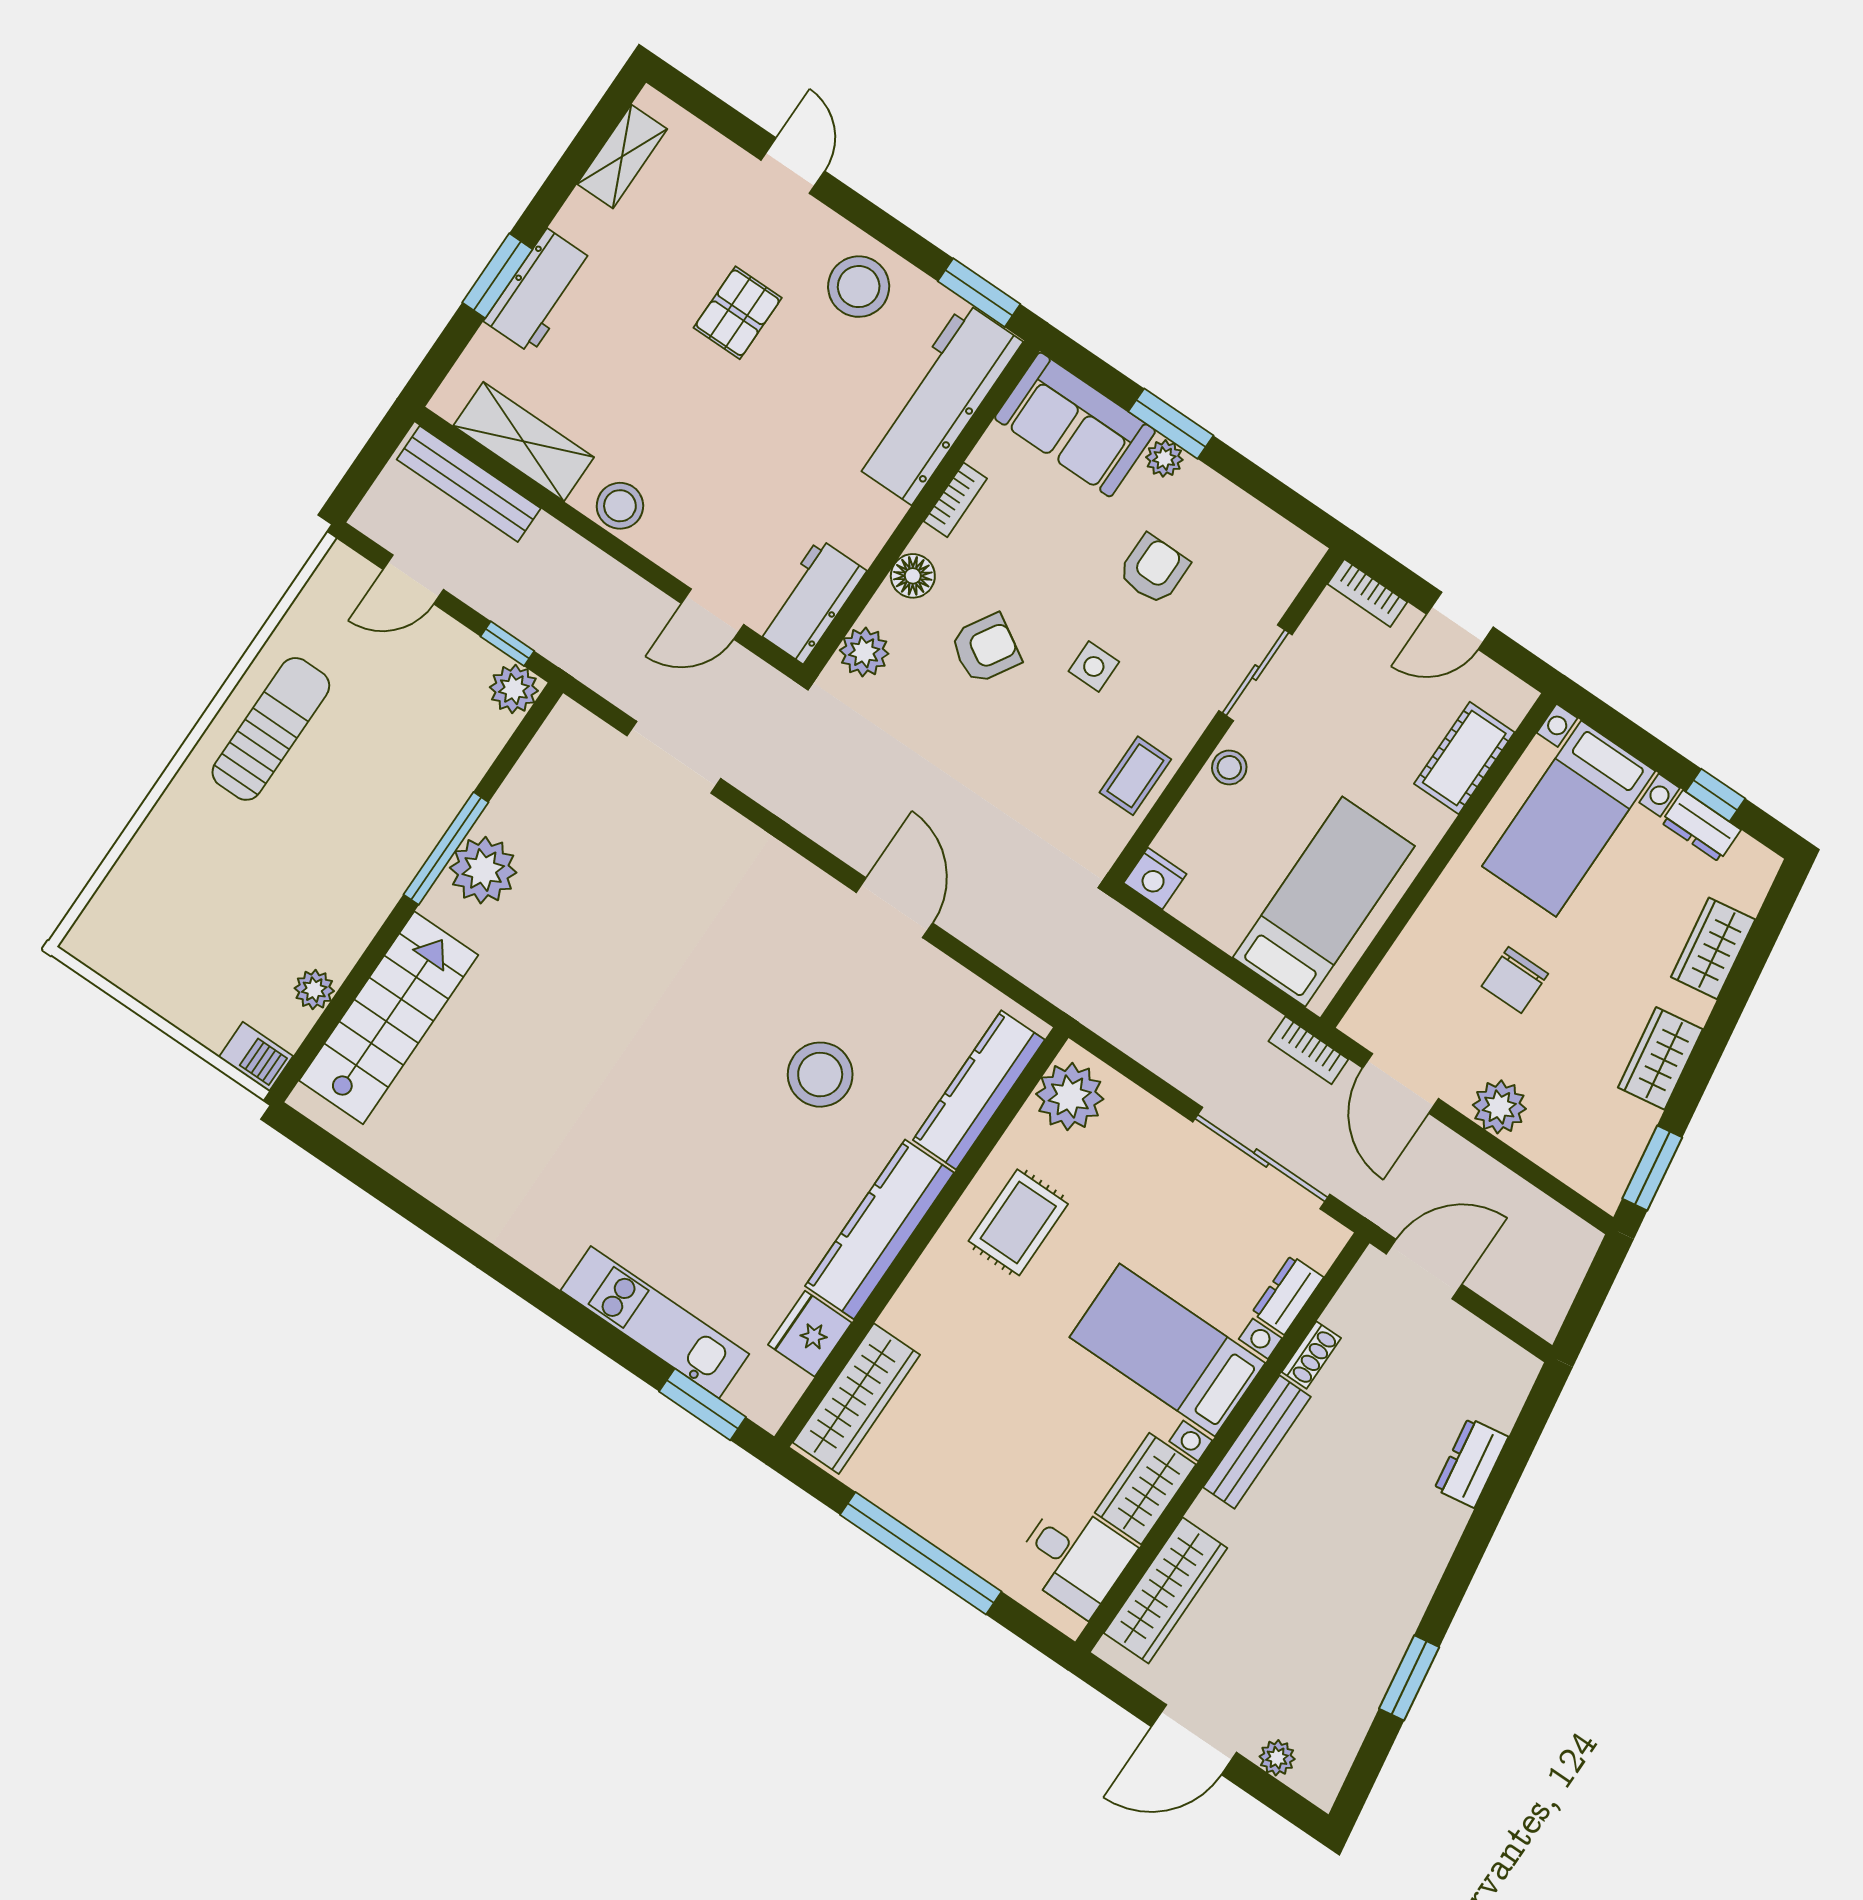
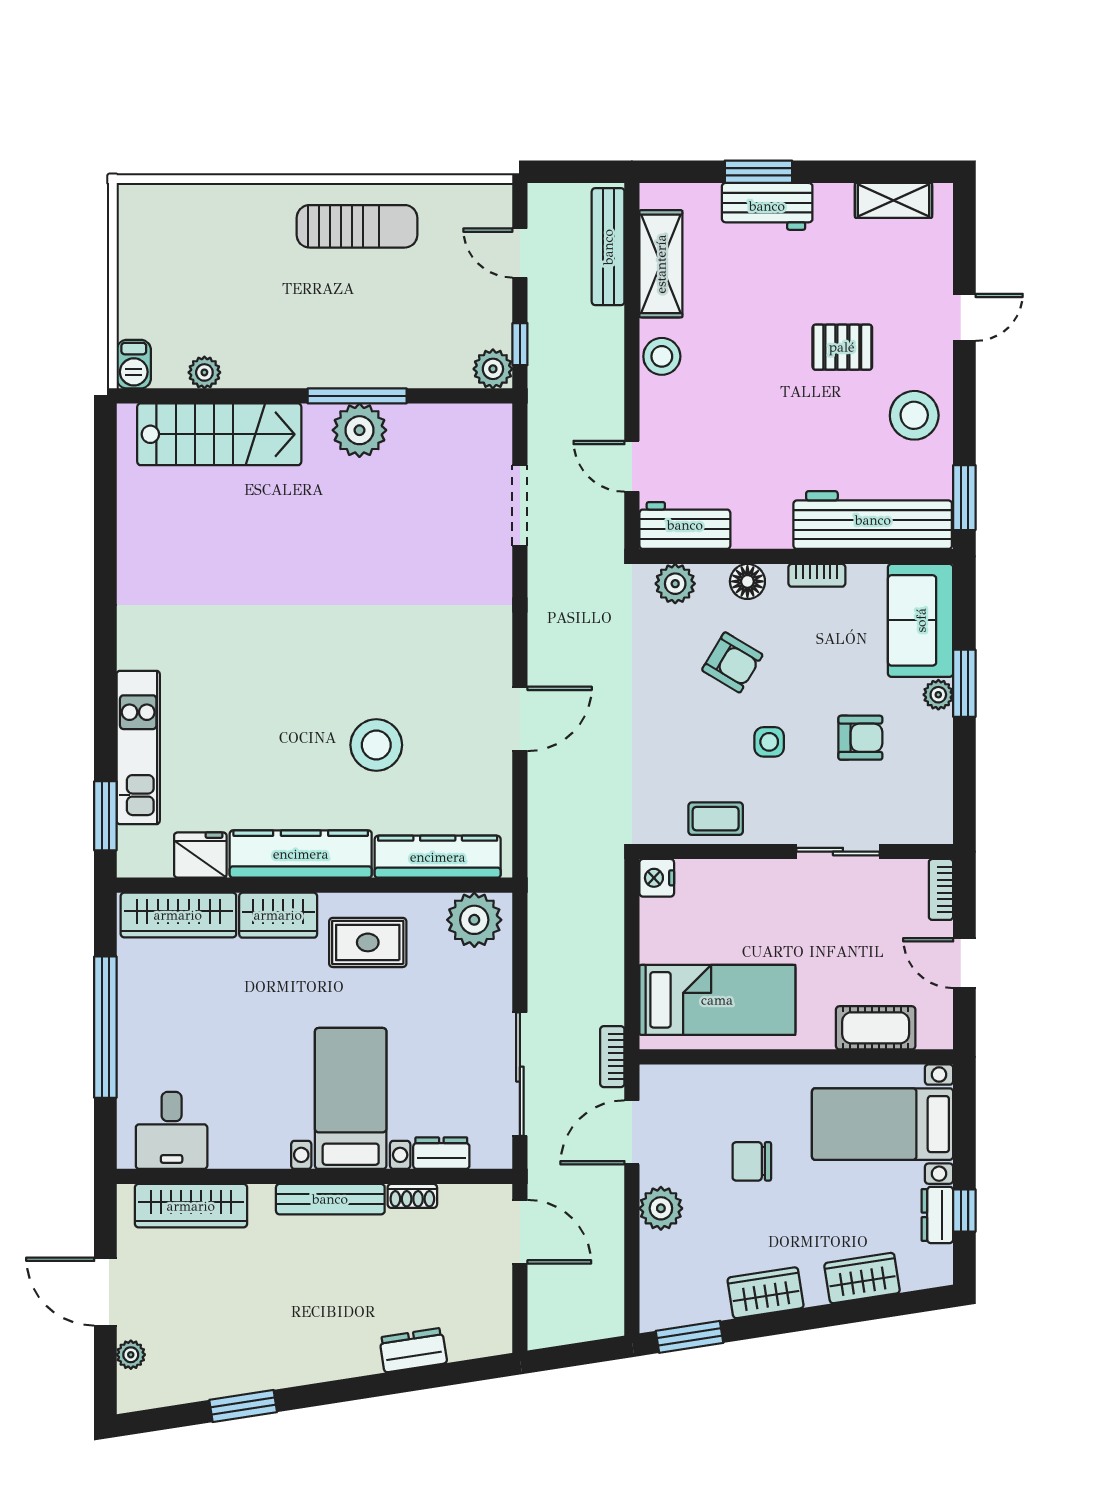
stool: (1229, 767) -> (763, 877), removed
wardrobe: (1145, 1489) -> (278, 915), moved, turned 180

